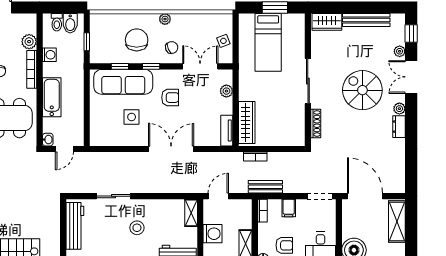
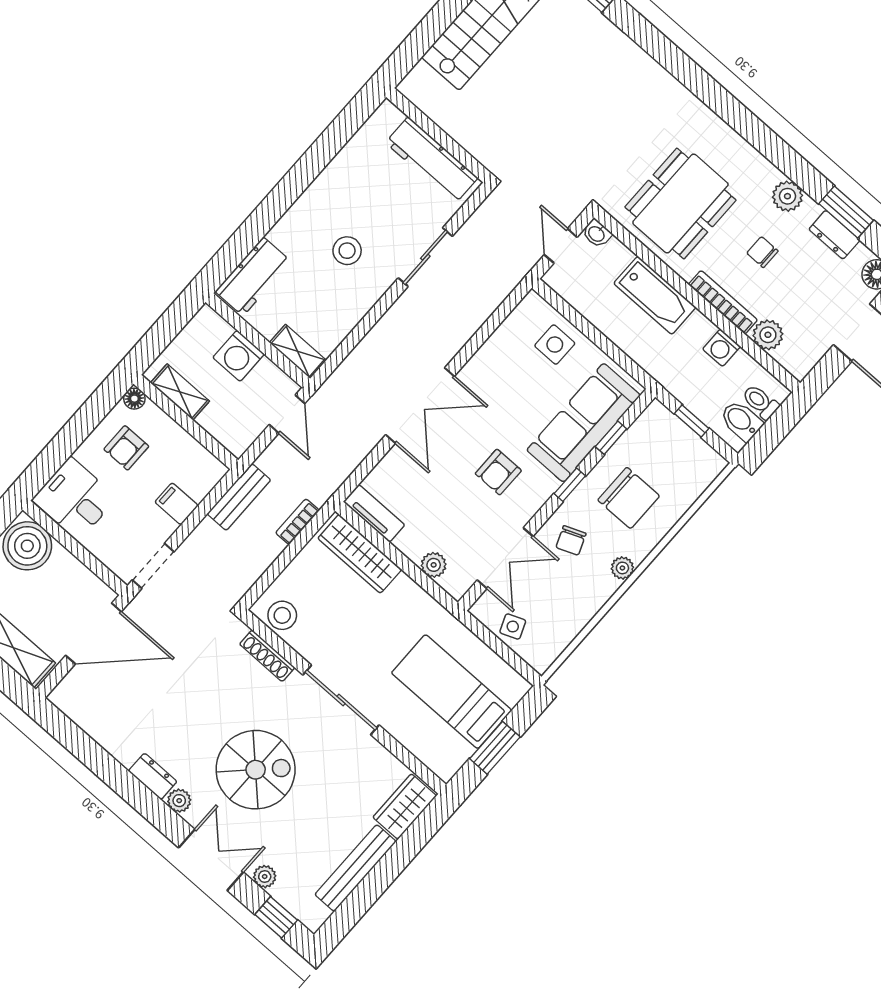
side table: (132, 117) -> (555, 345), moved
stool: (296, 131) -> (282, 615), added
bookcase: (262, 211) -> (207, 461), removed

